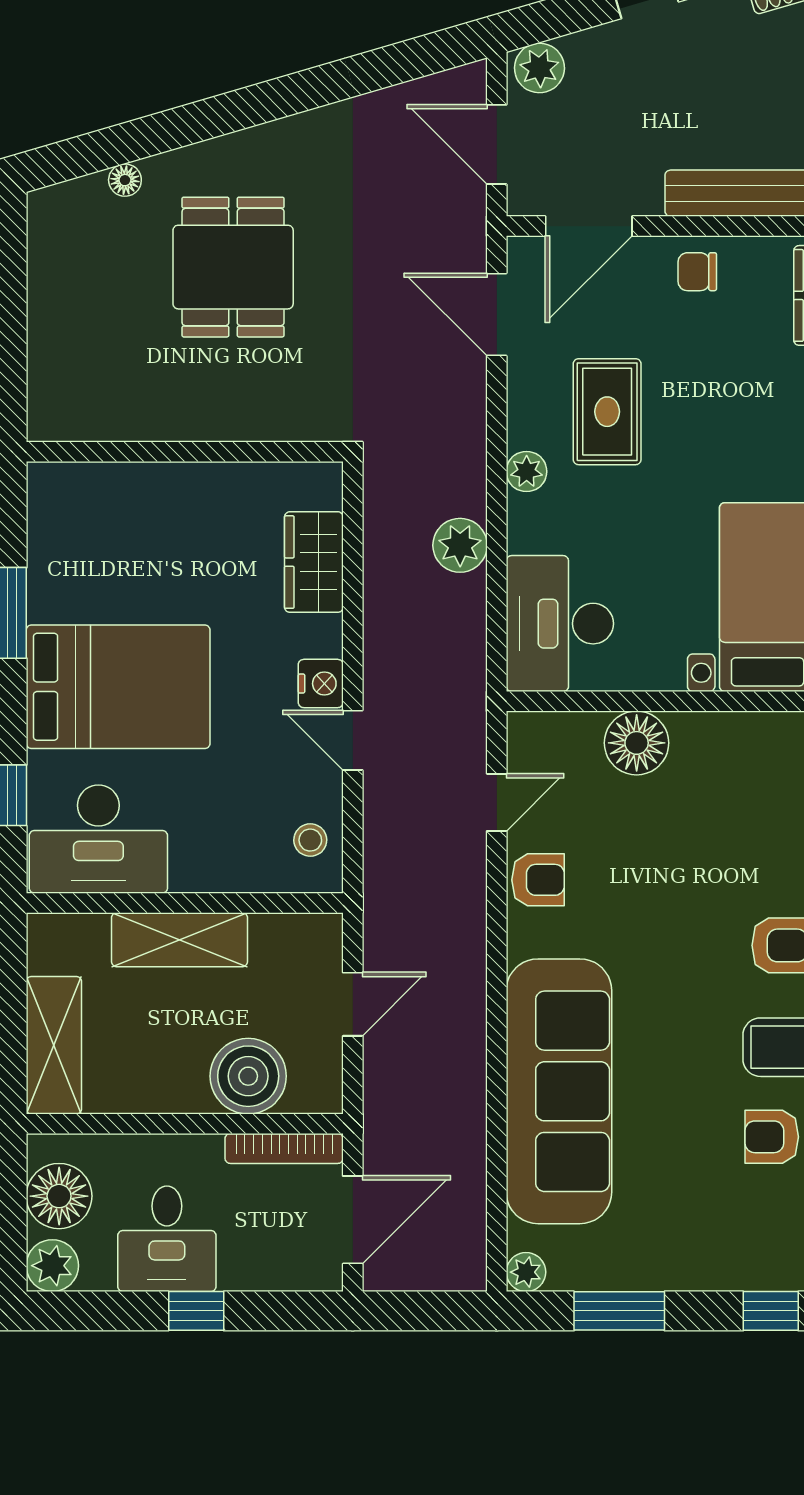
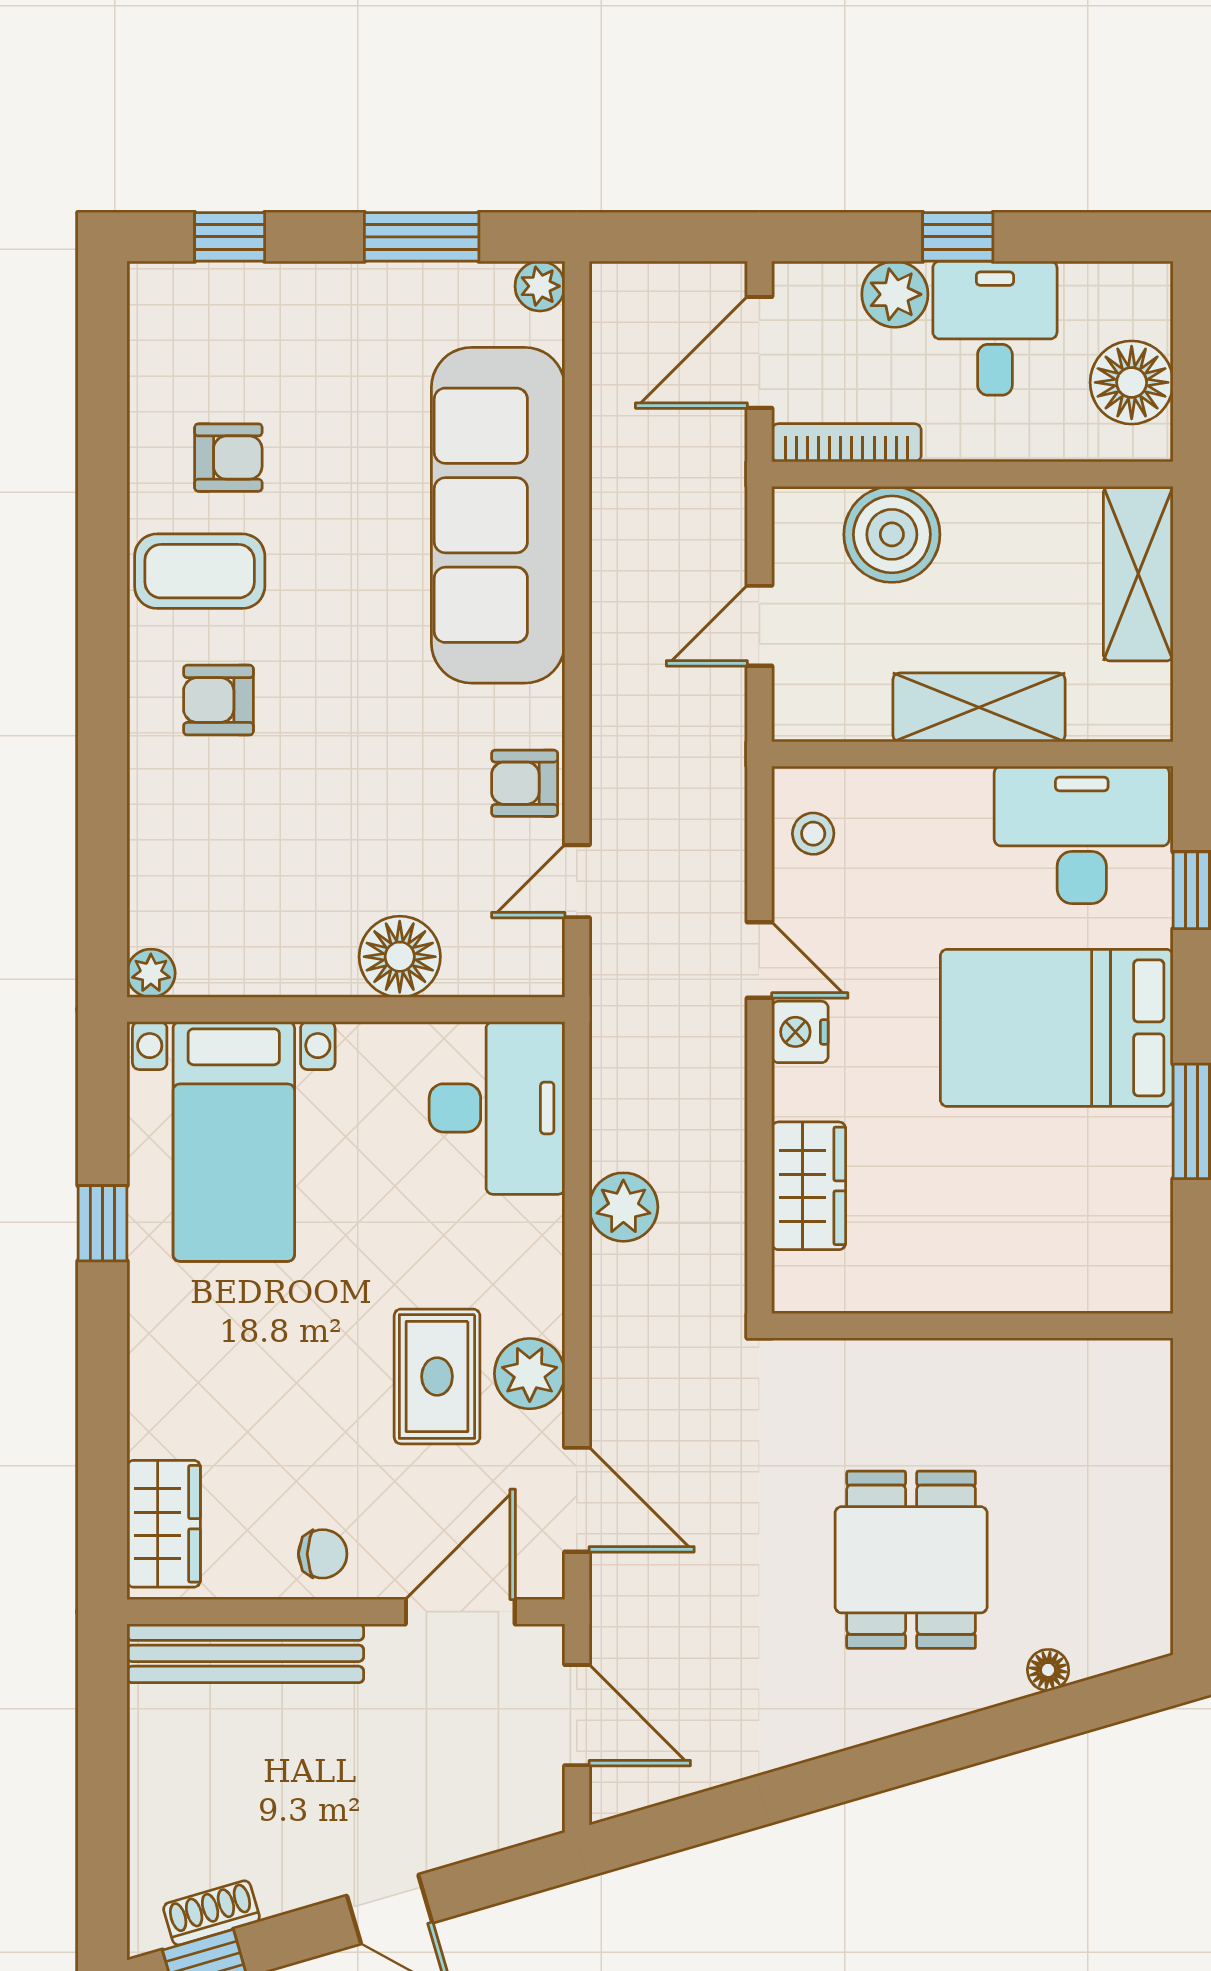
plant: (539, 68) -> (523, 1812), removed
plant: (527, 471) -> (530, 1374), moved, width x1.38, depth x1.38
plant: (52, 1266) -> (895, 294), moved

